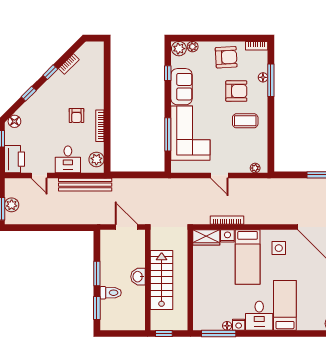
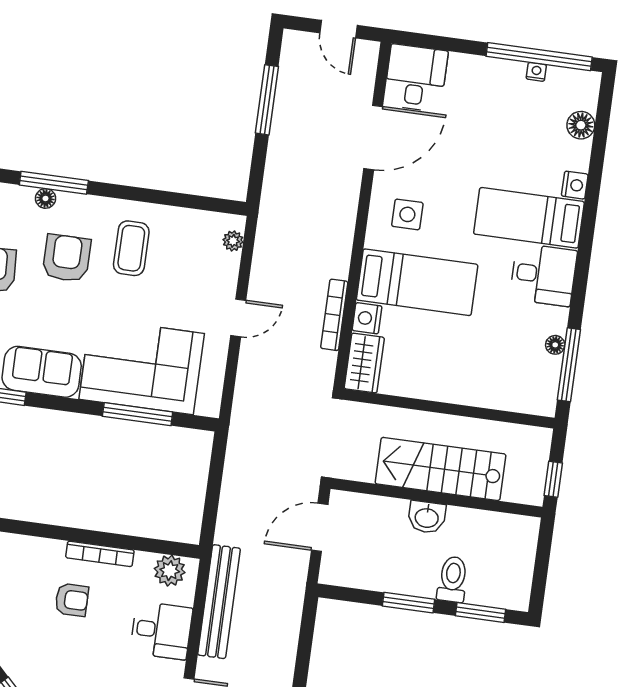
nightstand: (239, 325) -> (575, 185), moved

